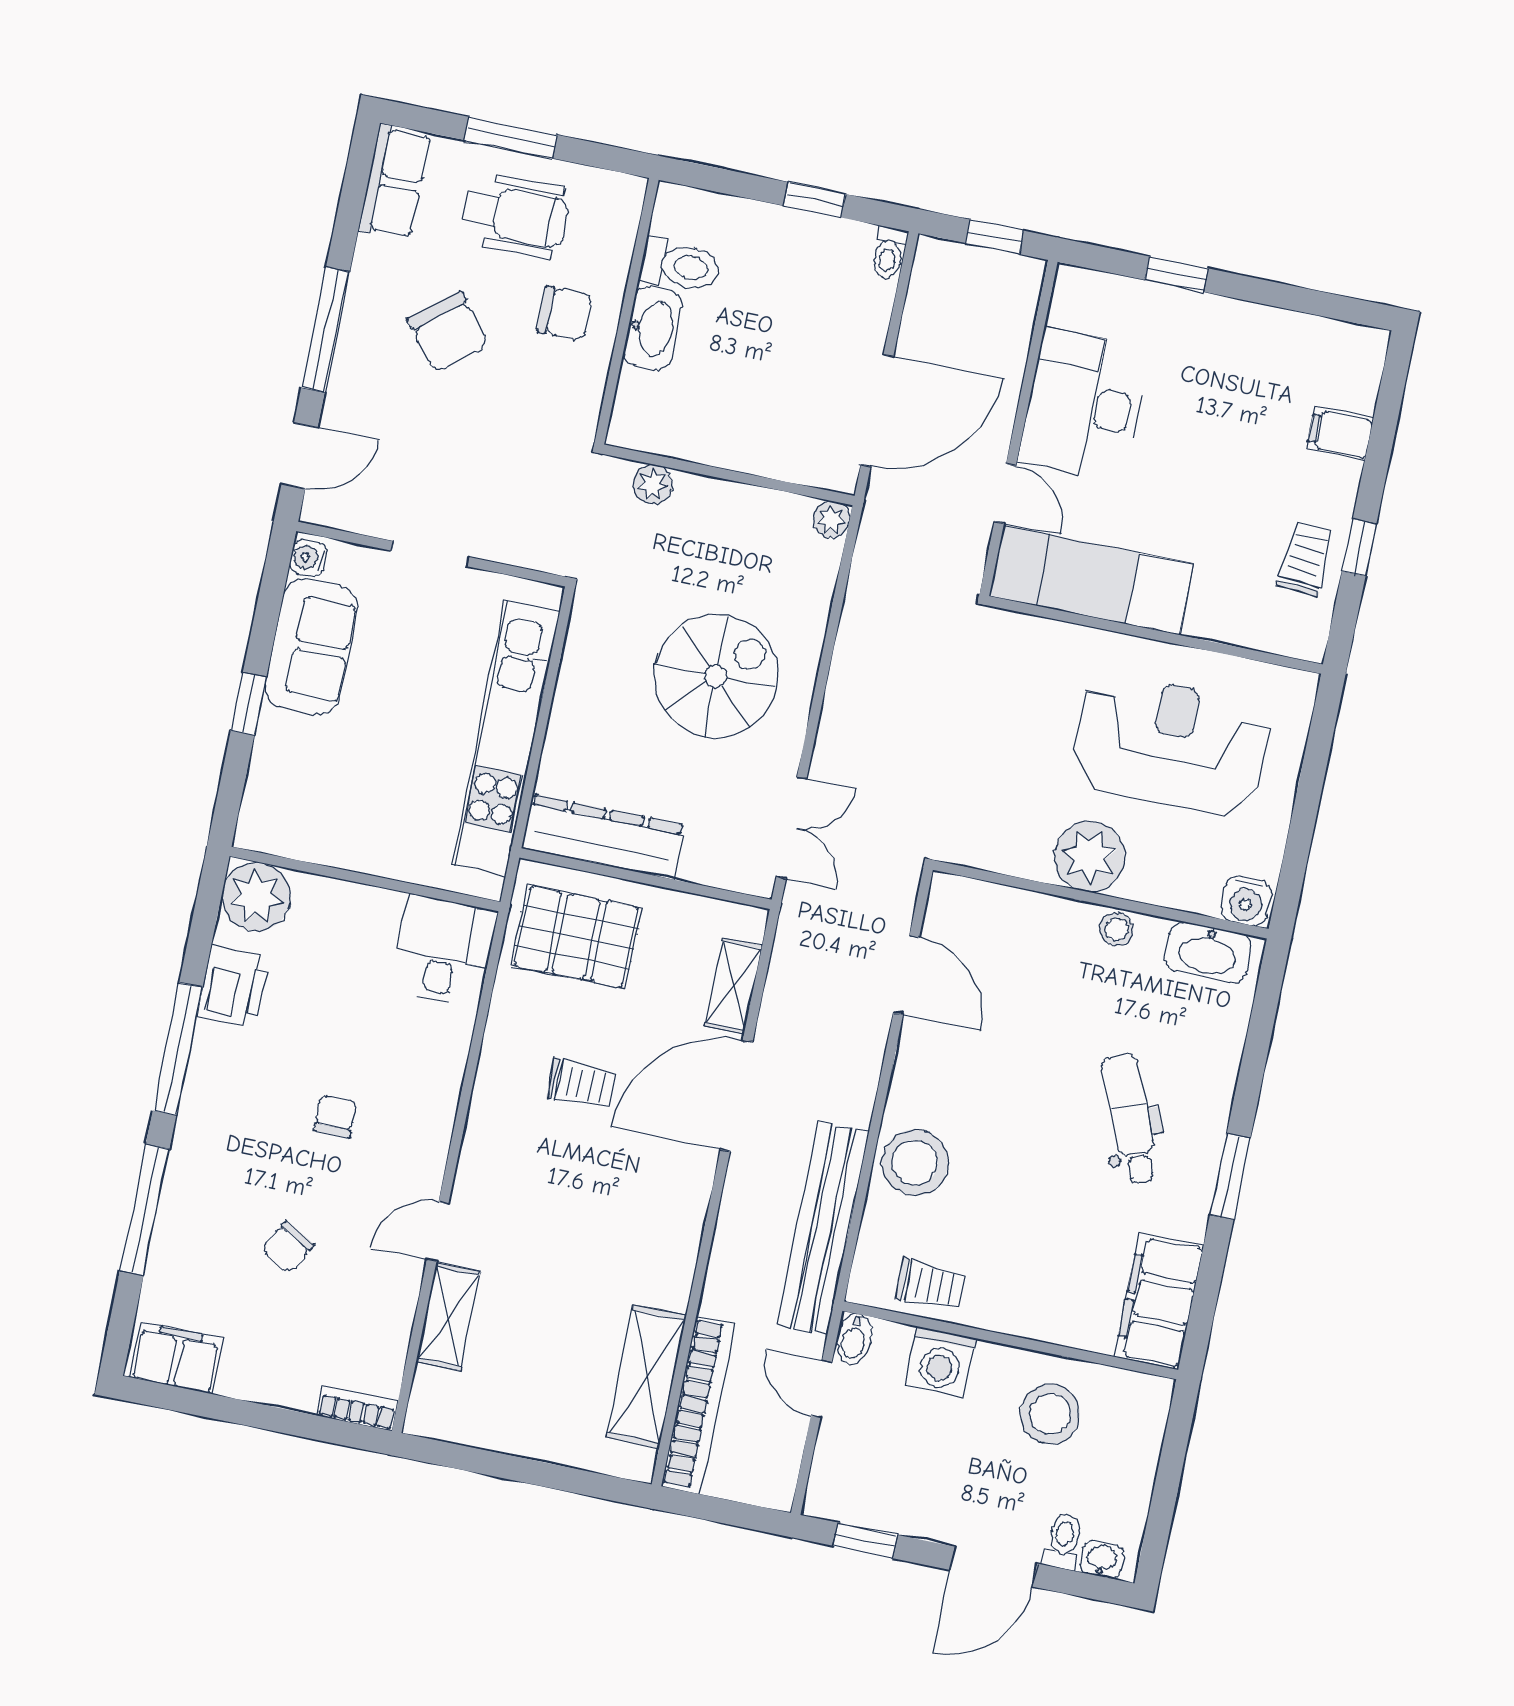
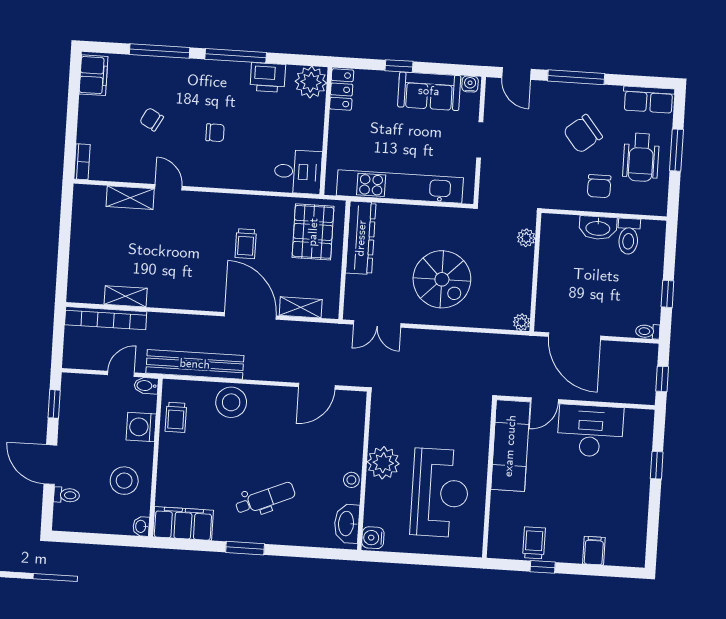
trolley: (1306, 559) -> (534, 543), turned -94
locker: (281, 833) -> (342, 90), added
shelving: (646, 1376) -> (126, 296), width x0.67, depth x0.75
washbasin: (1102, 1560) -> (141, 526), moved, turned 180

